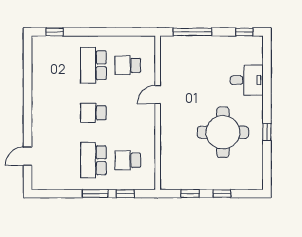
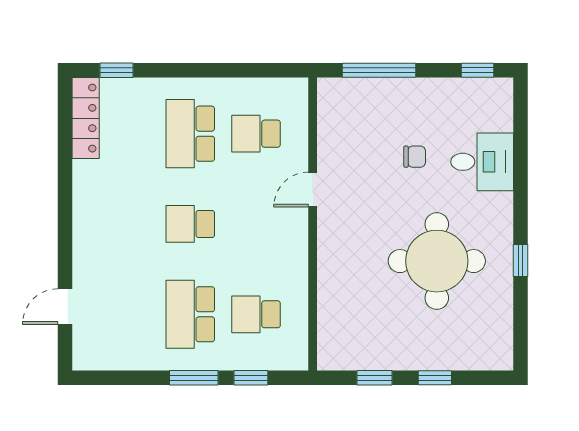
locker: (38, 57) -> (86, 118), added
chair: (211, 77) -> (415, 157), added

